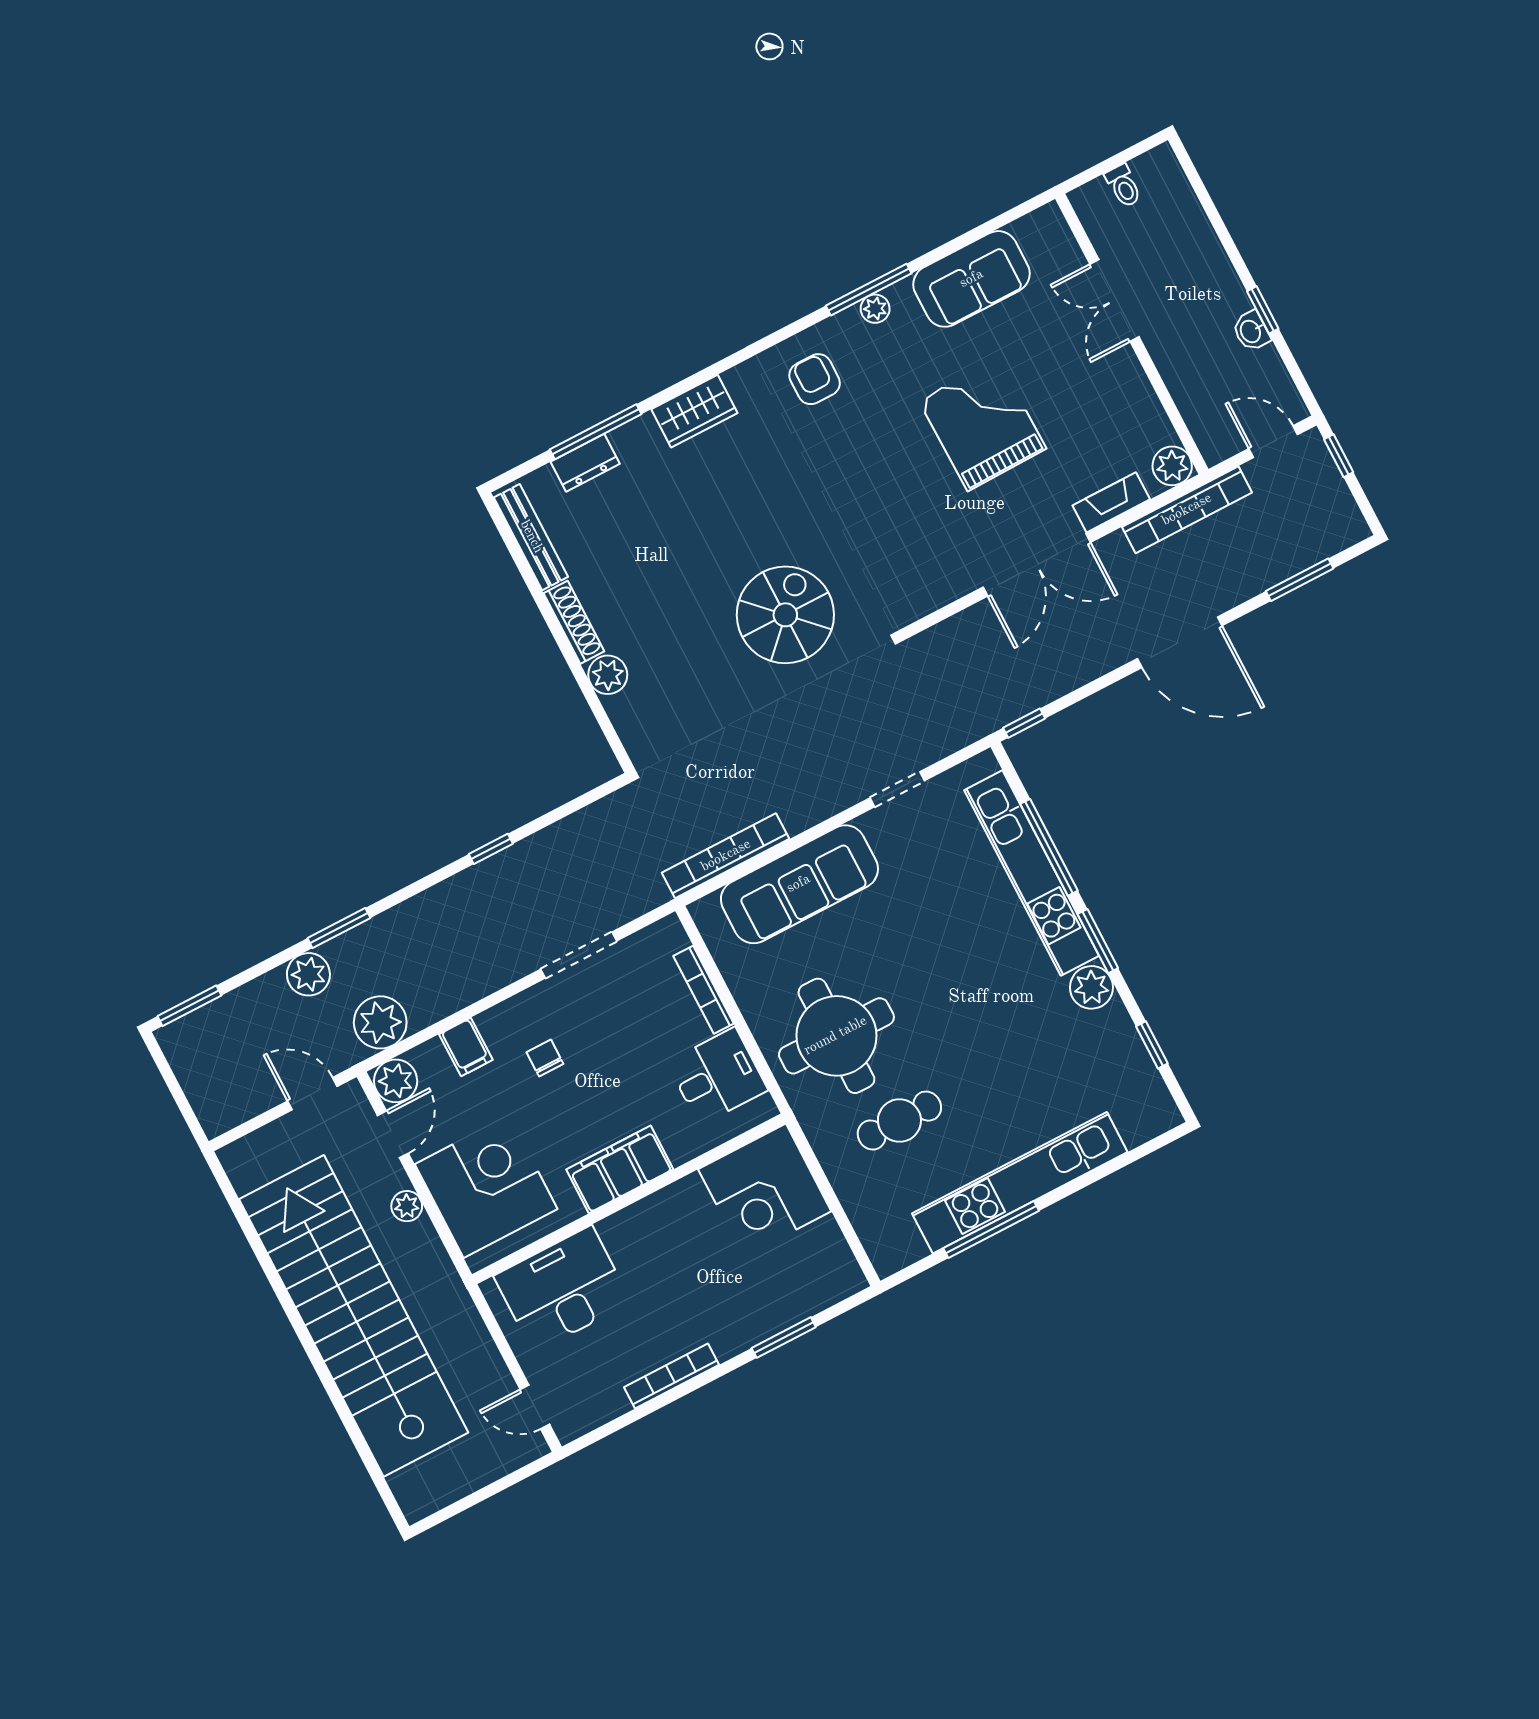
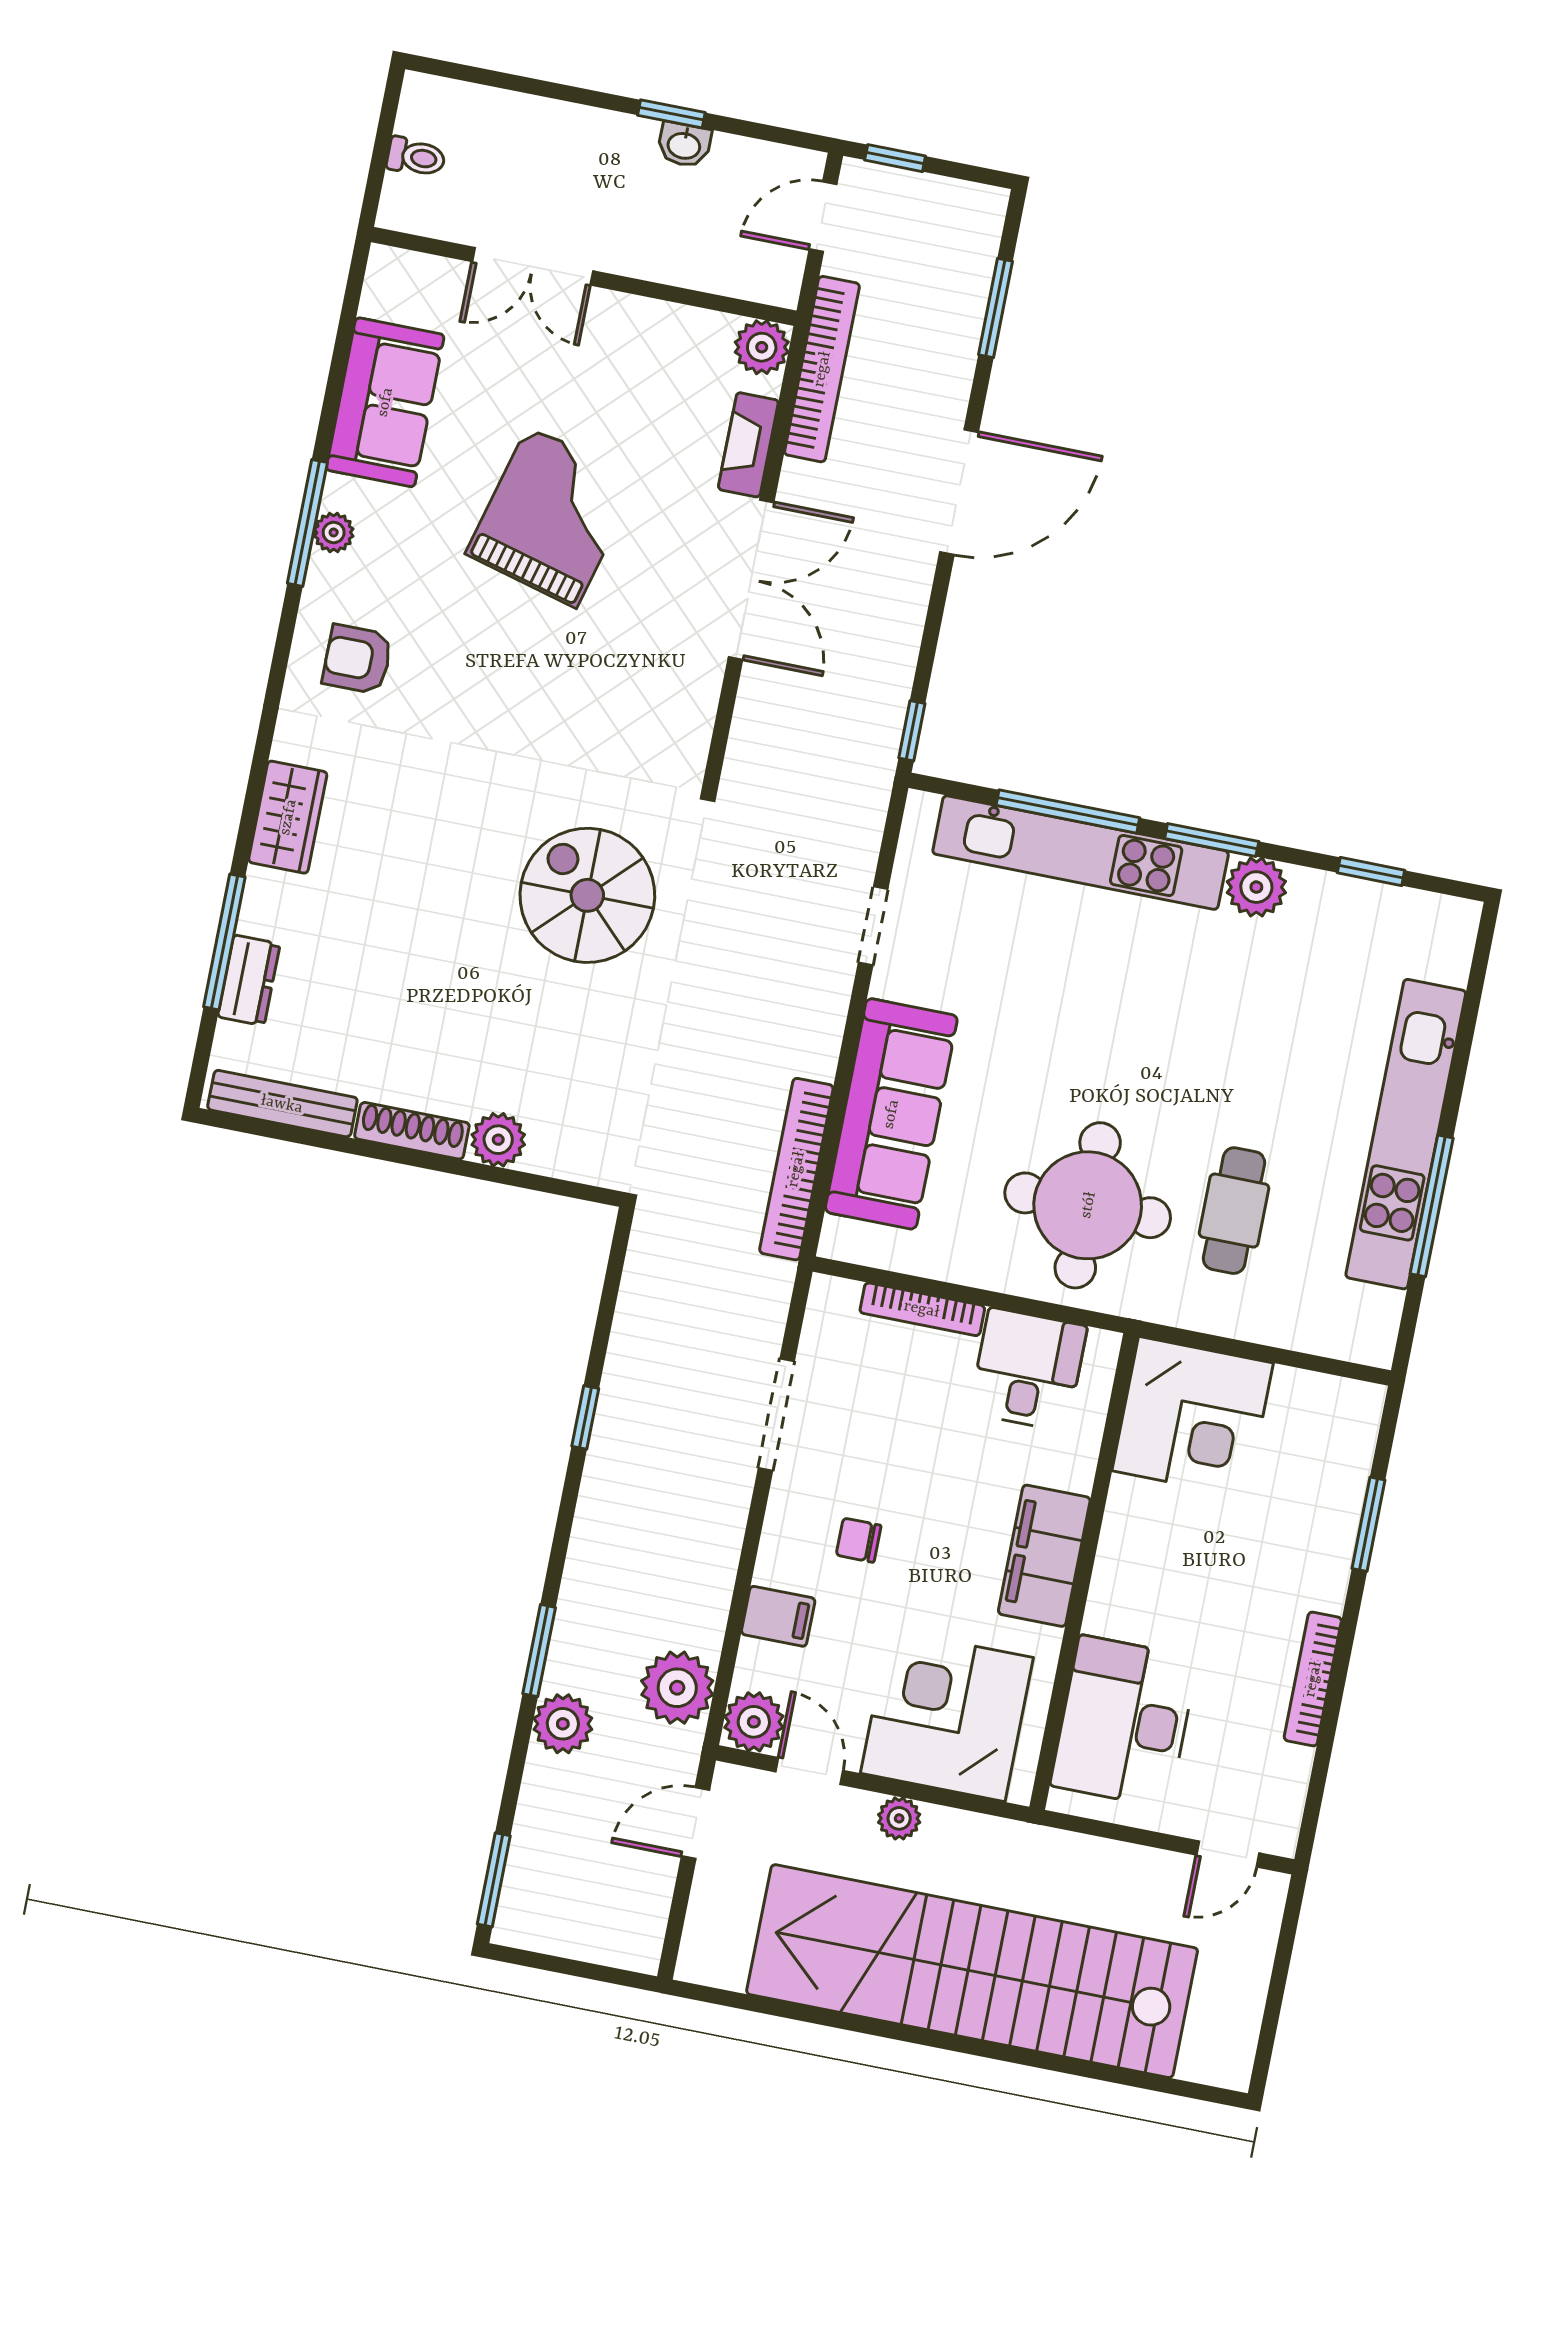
grand piano: (982, 425) -> (552, 517), turned 106

